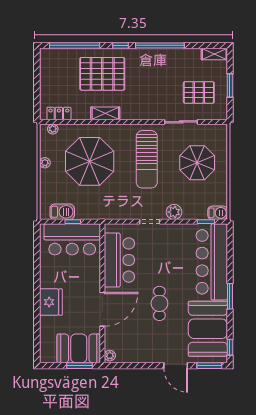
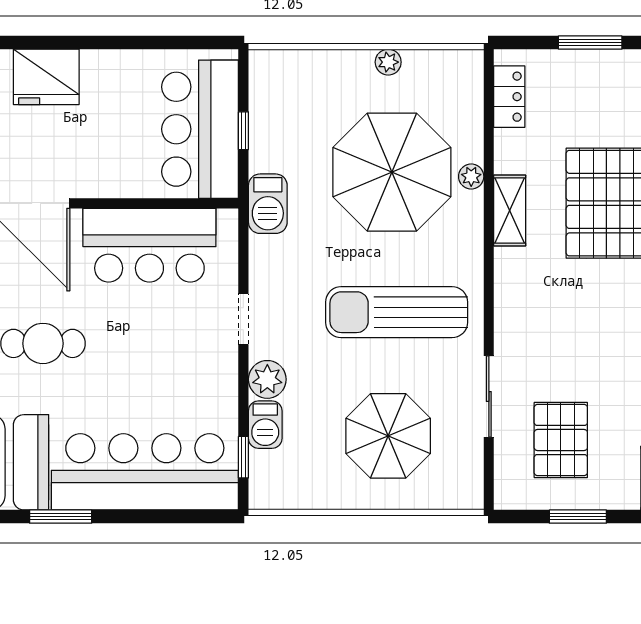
window: (37, 80) -> (590, 43), added
plant: (53, 129) -> (471, 177), moved
barbecue: (62, 212) -> (268, 204), moved
barbecue: (218, 213) -> (265, 425), moved

